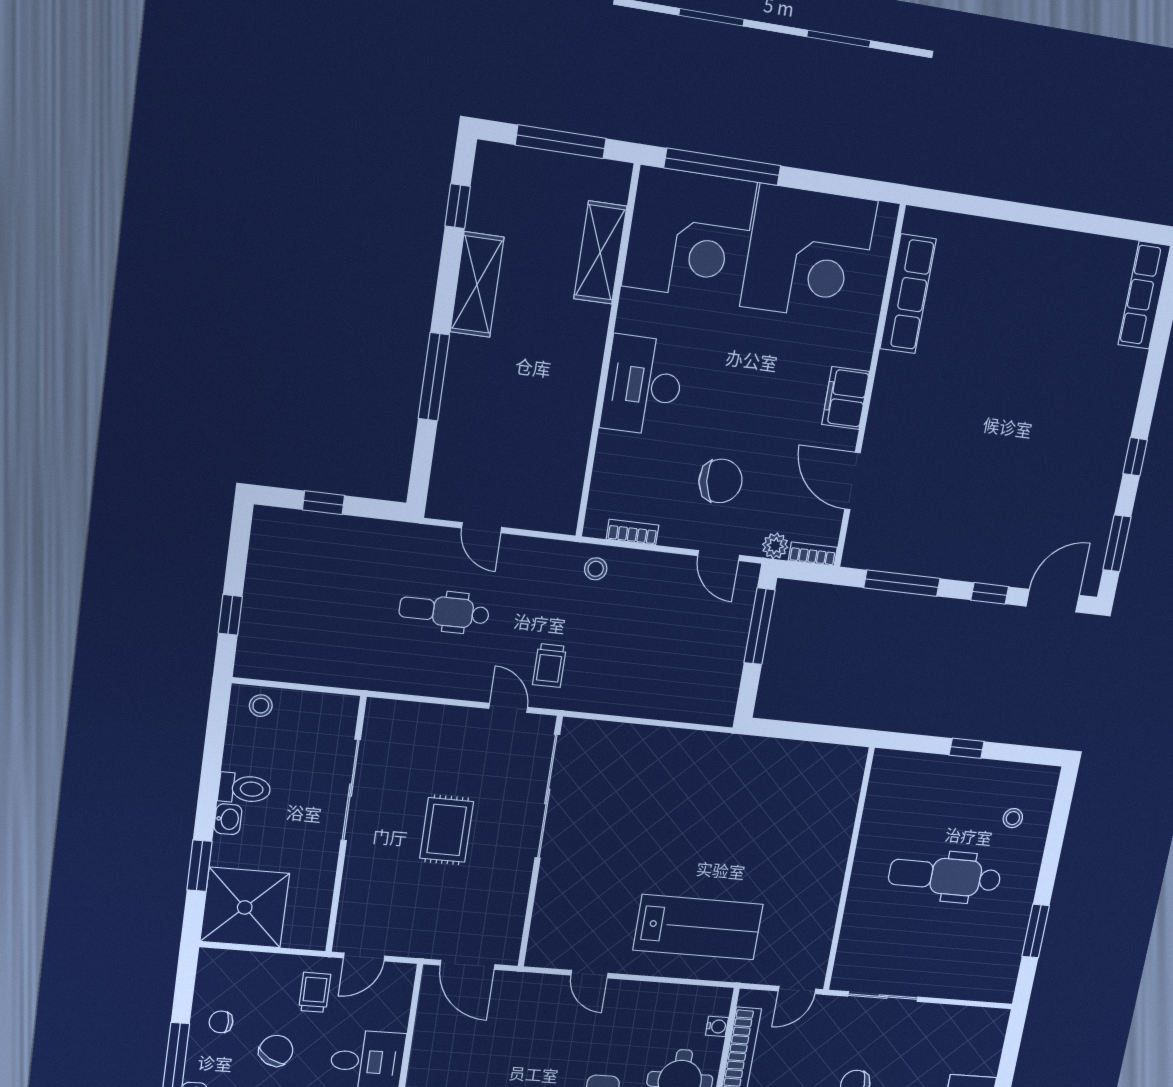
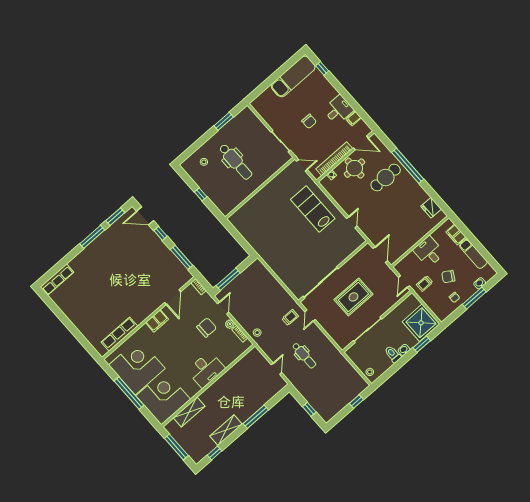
window: (722, 167) -> (129, 393), moved
window: (1135, 457) -> (92, 237), width x2.17
chair: (720, 481) -> (207, 327), turned 98
plant: (775, 546) -> (230, 324), moved
rug: (447, 830) -> (353, 297), width x1.36, depth x1.43
door: (364, 957) -> (404, 282), swing flipped

